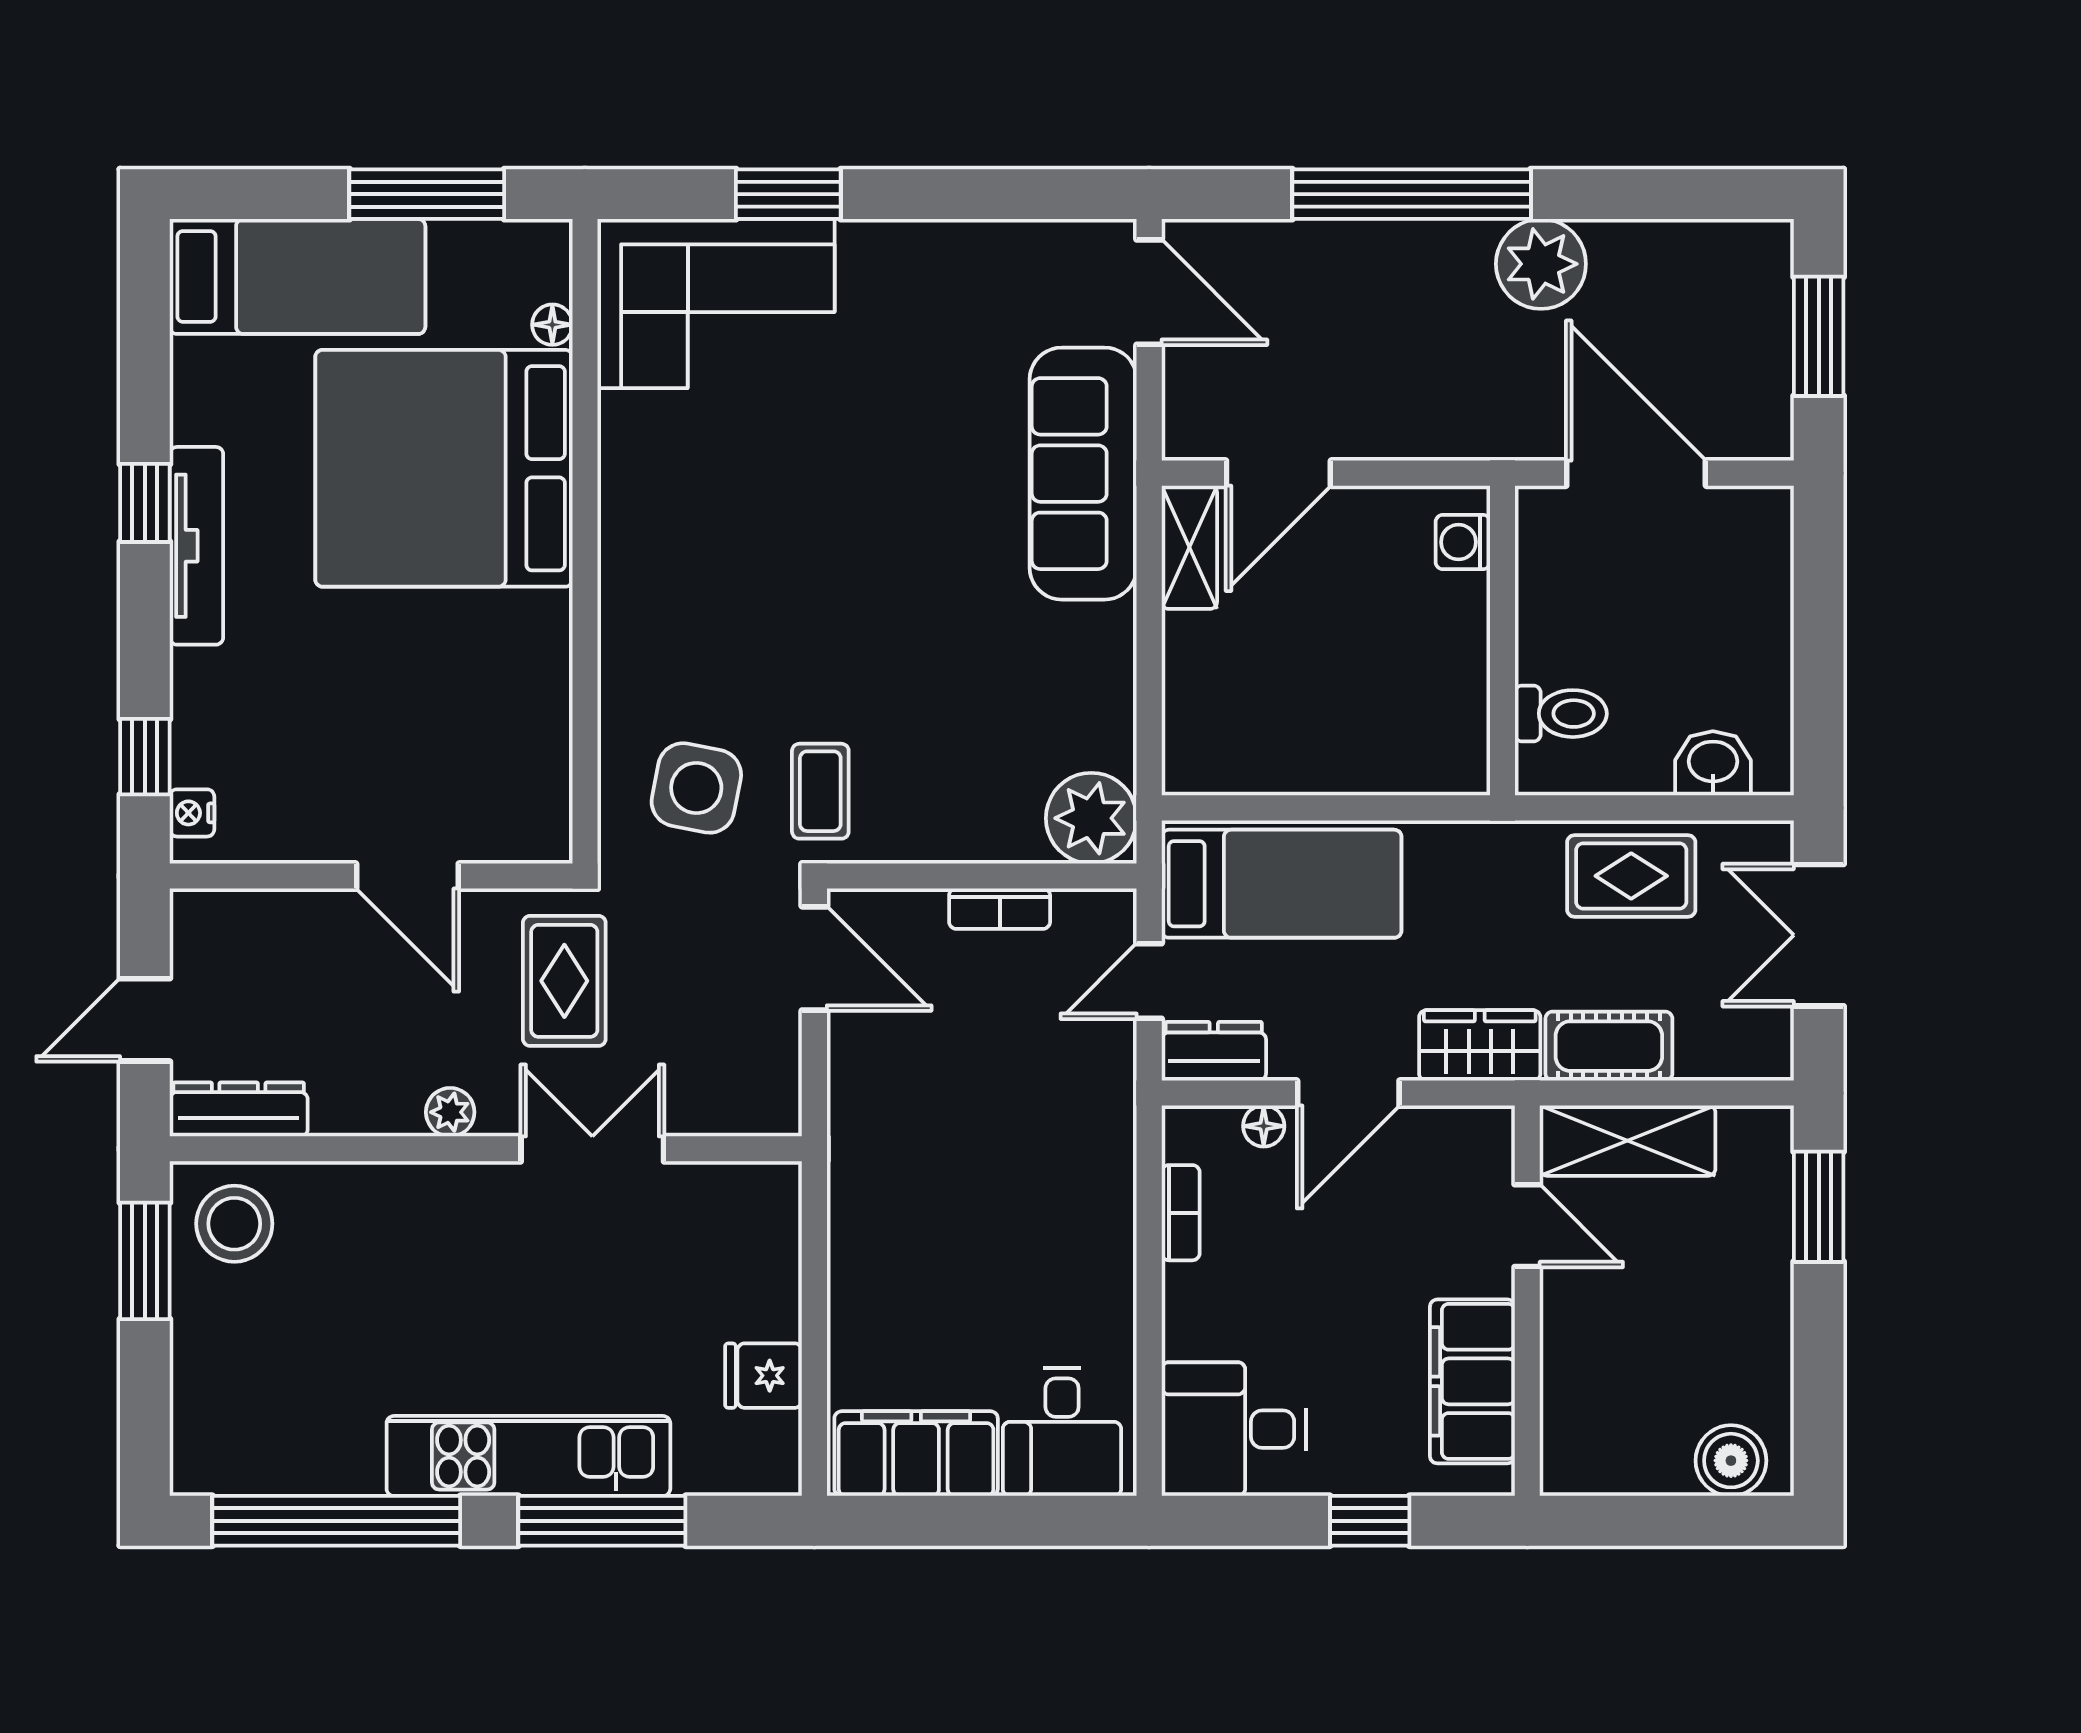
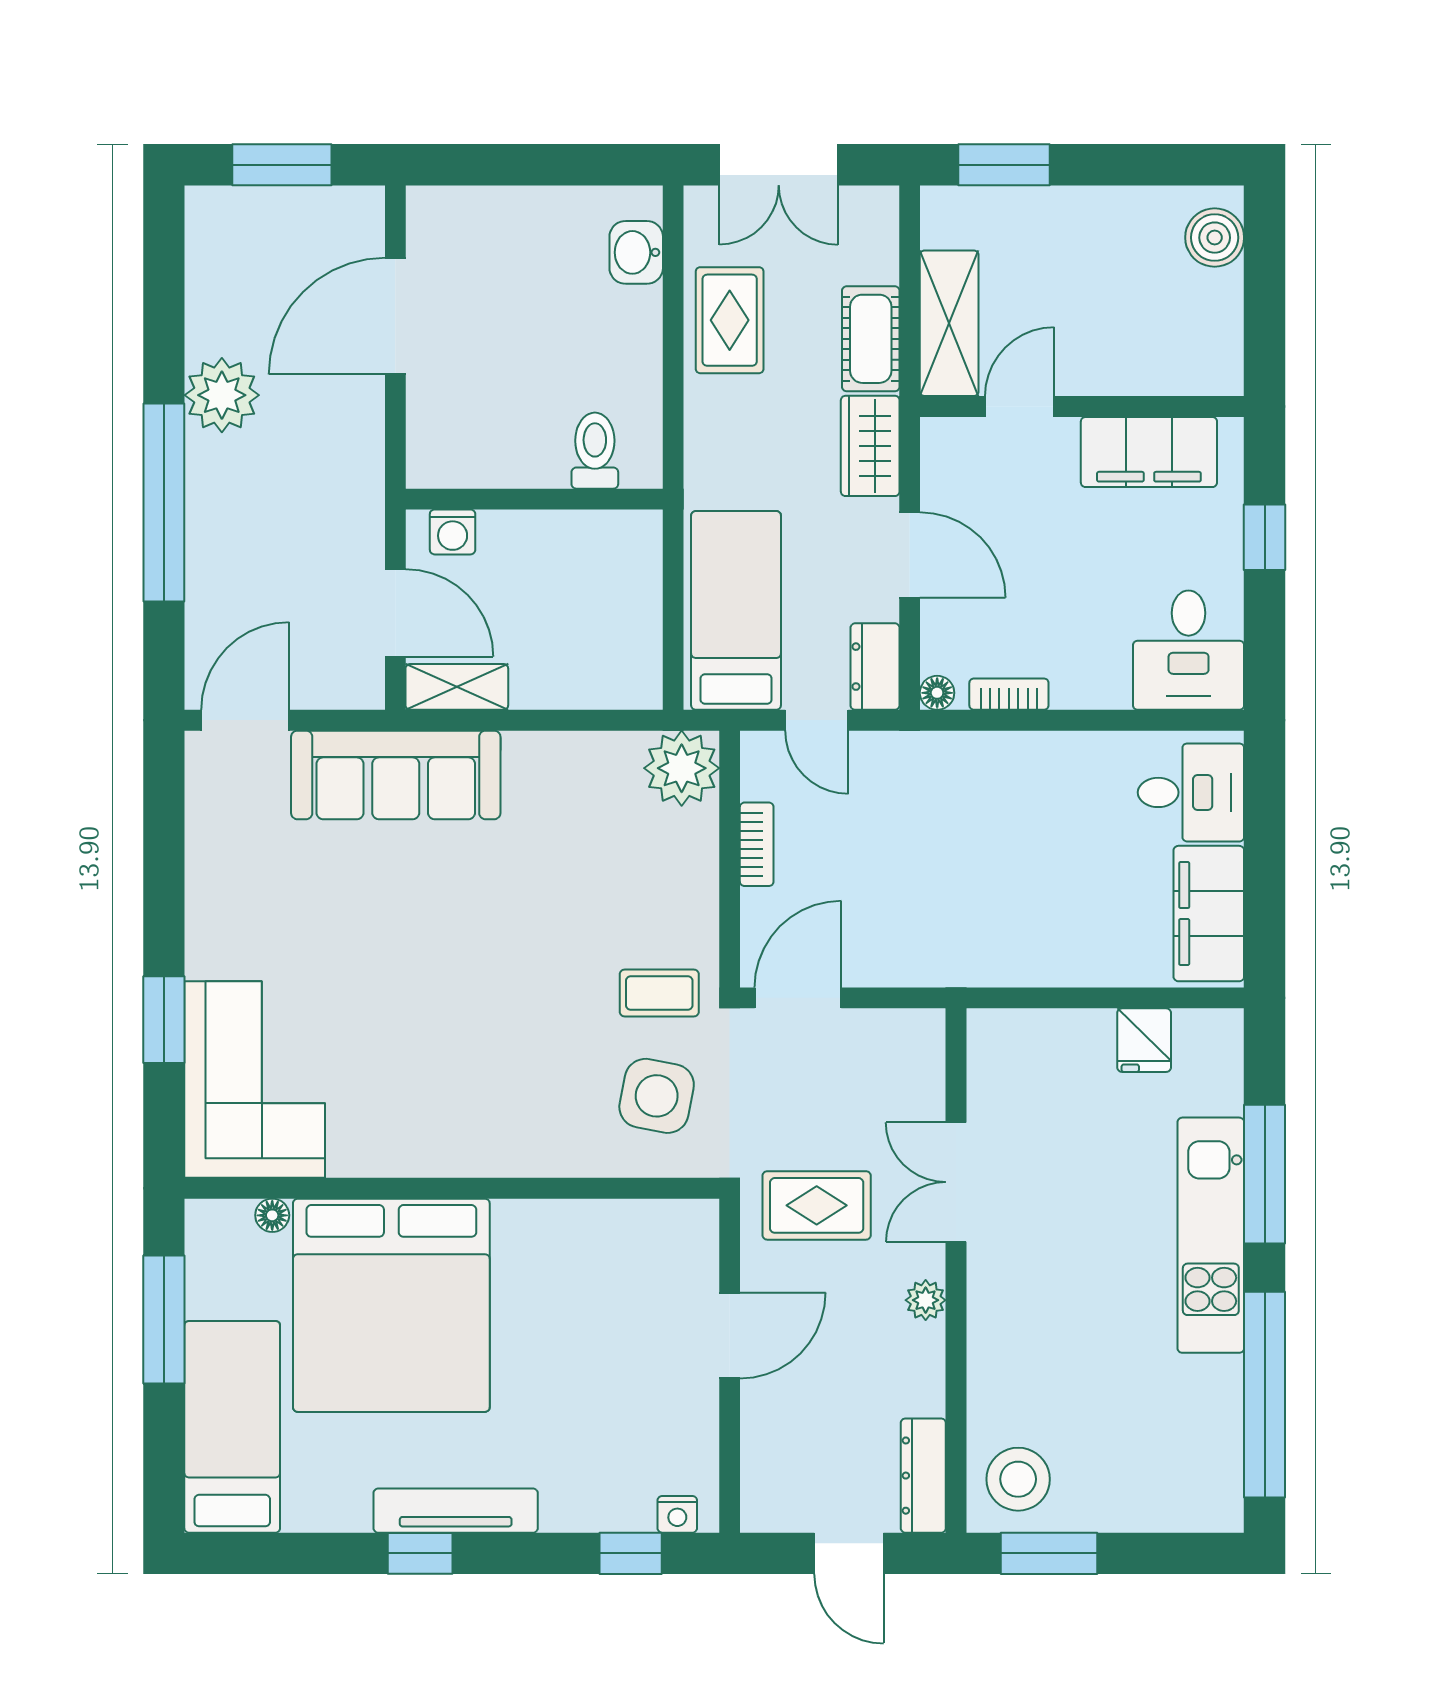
washing machine: (1463, 542) -> (453, 532), moved
wall: (1502, 640) -> (534, 499), moved
toilet: (1561, 714) -> (595, 451), moved
floor lamp: (1264, 1126) -> (937, 693), moved

